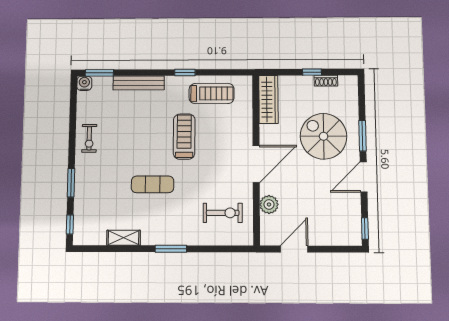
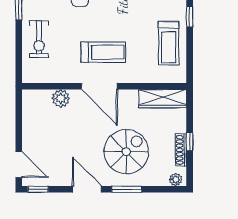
shoe rack: (326, 81) -> (181, 150), width x1.43
plant: (351, 86) -> (176, 180), added
treadmill: (184, 137) -> (103, 52), moved
exercise bike: (223, 213) -> (39, 39), moved
door: (294, 249) -> (19, 165), moved

